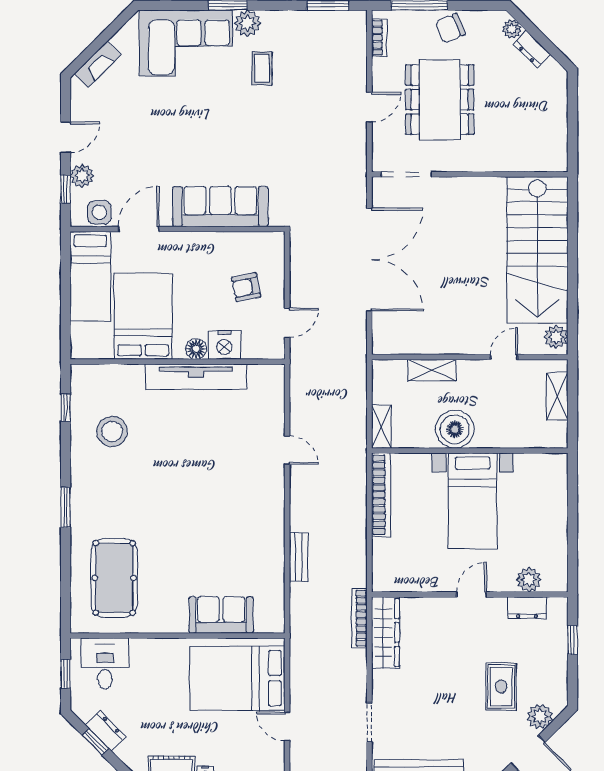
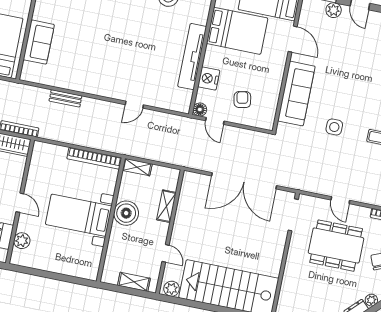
side table: (99, 212) -> (334, 127), moved
floor lamp: (196, 349) -> (200, 110), moved

